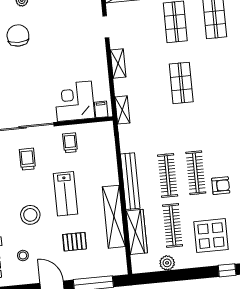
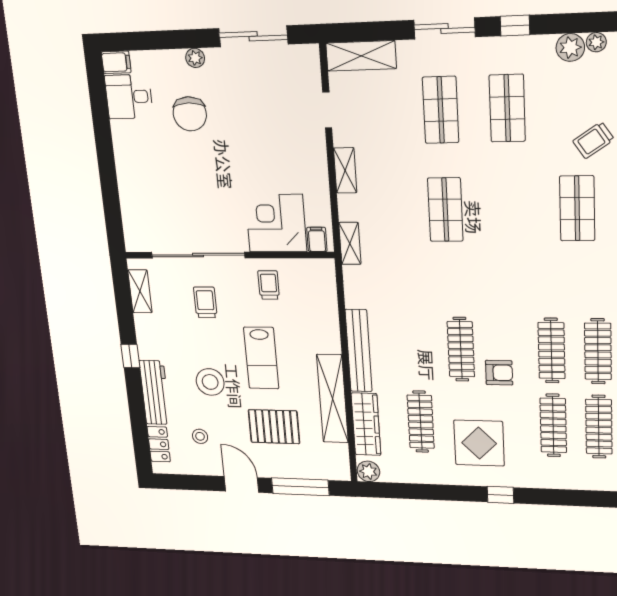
chair: (18, 35) -> (190, 114), turned 180
clothes rail: (168, 175) -> (417, 349), removed
pallet: (75, 242) -> (274, 427), width x1.50, depth x1.42
plant: (167, 263) -> (368, 471), moved

